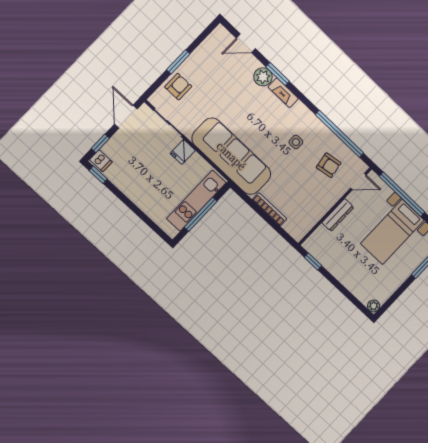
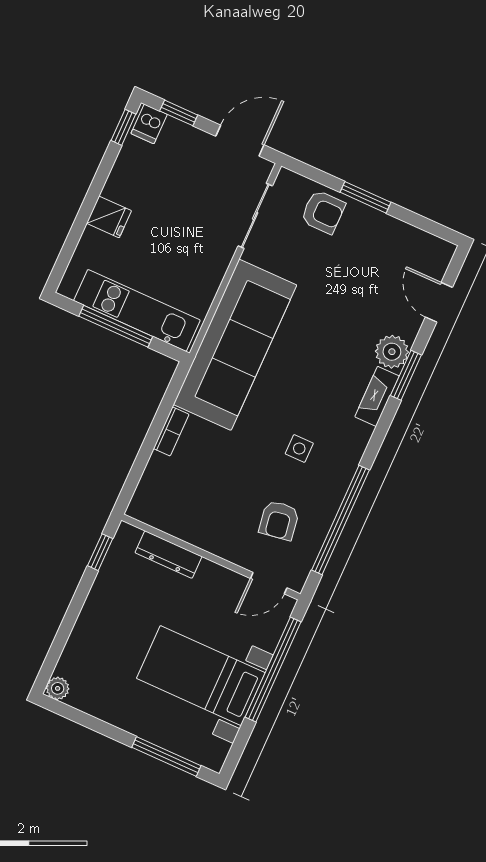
fridge: (183, 152) -> (109, 217), moved, turned 180
door: (358, 181) -> (269, 583), hinge flipped
bookcase: (270, 209) -> (171, 431), width x0.64
dresser: (338, 215) -> (169, 555), moved

